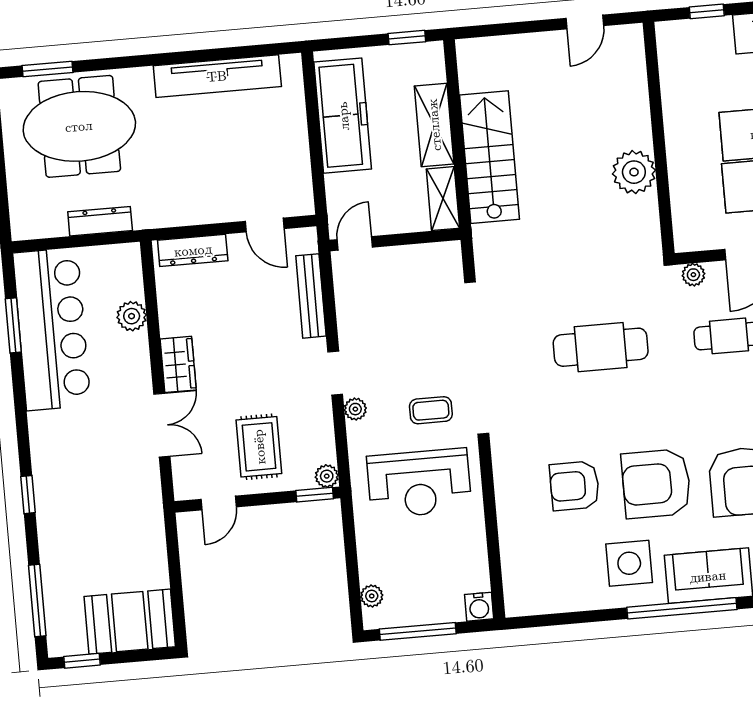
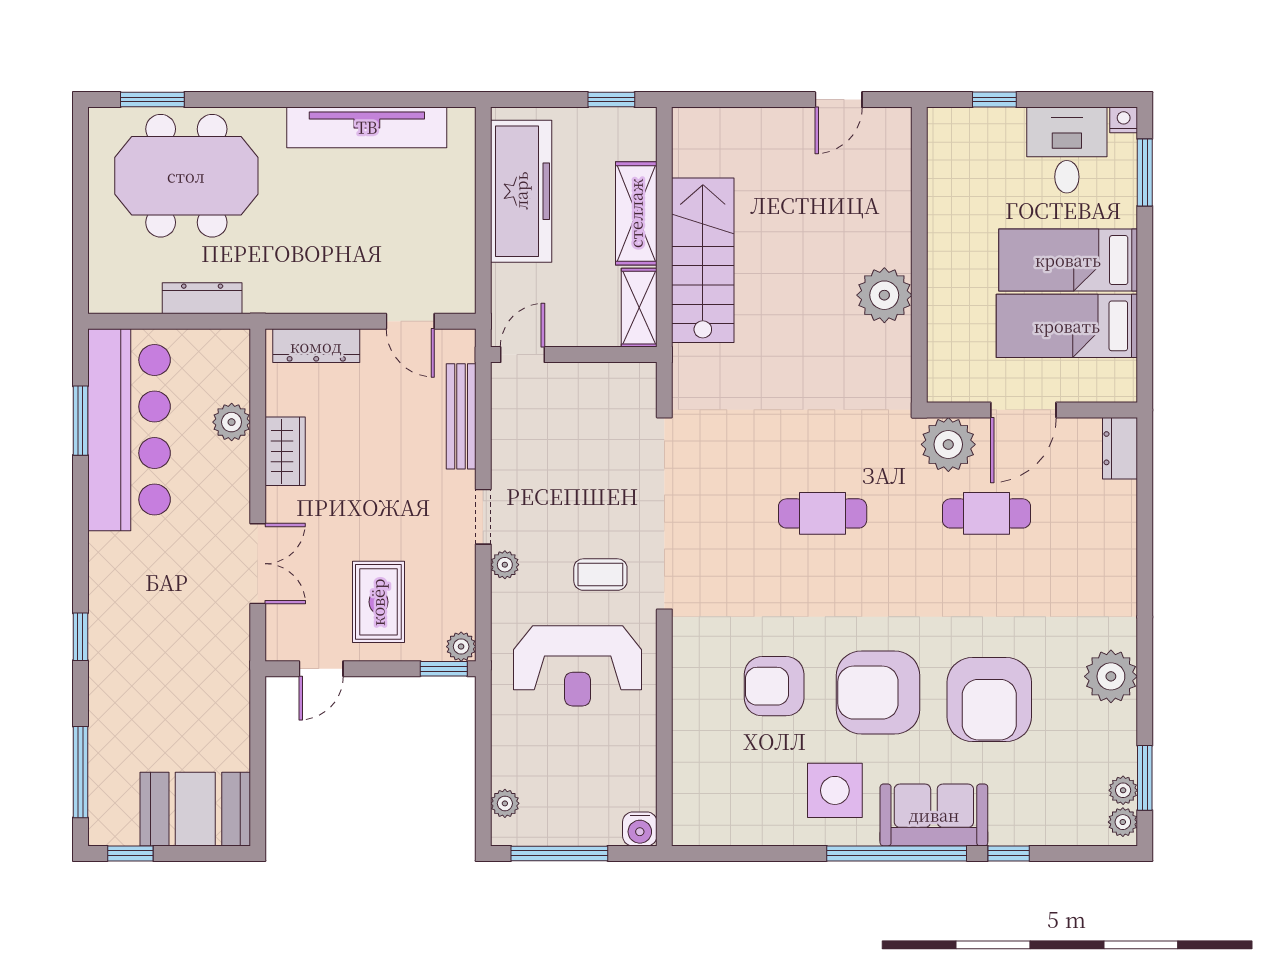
plant: (693, 275) -> (948, 444), width x1.88, depth x1.88
cafe table: (601, 347) -> (823, 513), width x0.73, depth x0.74
wardrobe: (178, 364) -> (285, 451), moved

